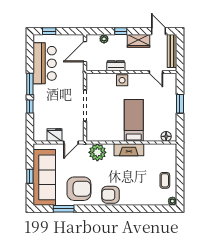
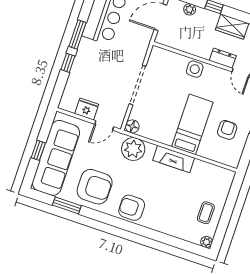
dresser: (116, 66) -> (223, 58), moved
armchair: (160, 116) -> (227, 130), added
floor lamp: (166, 136) -> (132, 126), moved

